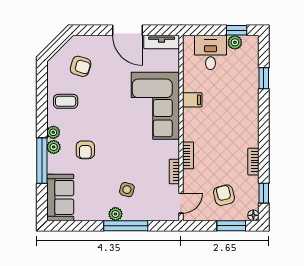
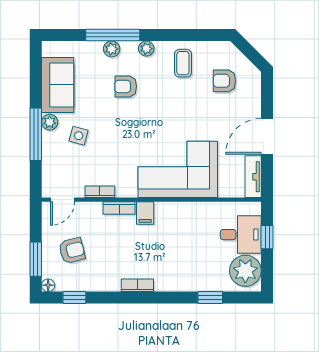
window: (237, 30) -> (267, 237), moved
plant: (235, 42) -> (245, 271), width x1.87, depth x1.87
armchair: (81, 66) -> (224, 81), turned 73
filing cabinet: (192, 100) -> (145, 213), moved
plant: (54, 147) -> (112, 49), moved
bookcase: (253, 162) -> (137, 285), moved
sofa: (60, 197) -> (58, 85), moved, turned -90
door: (181, 203) -> (63, 200), hinge flipped

